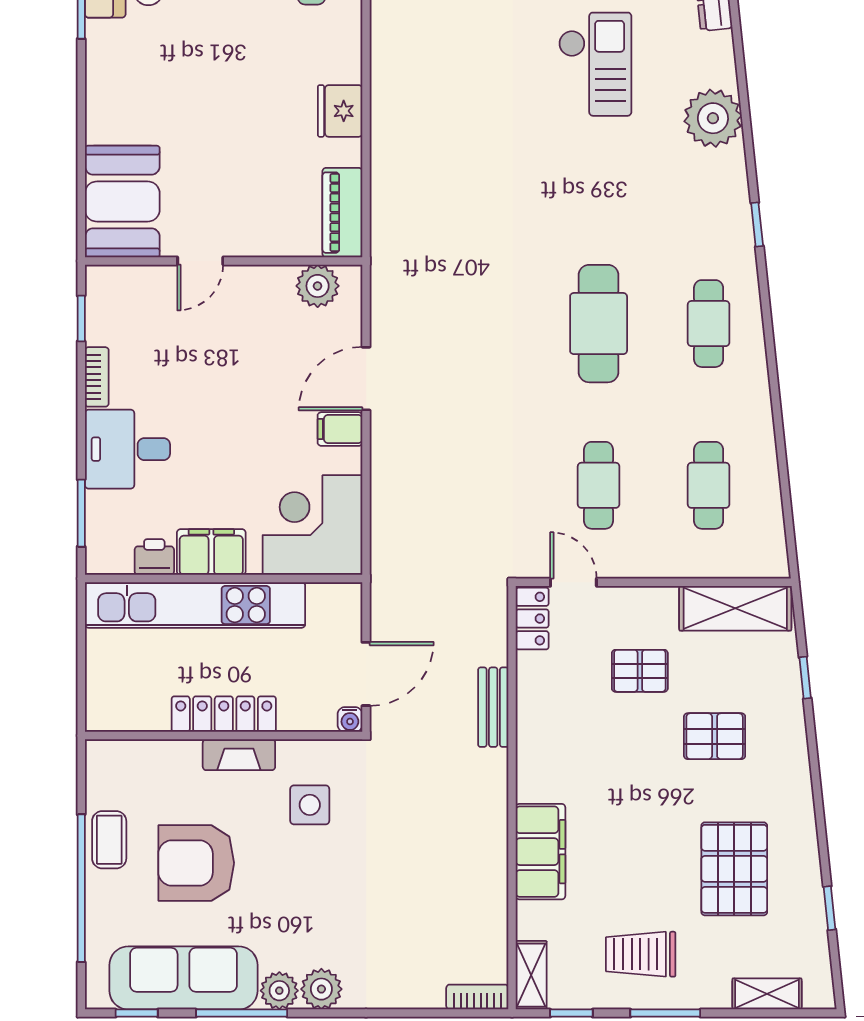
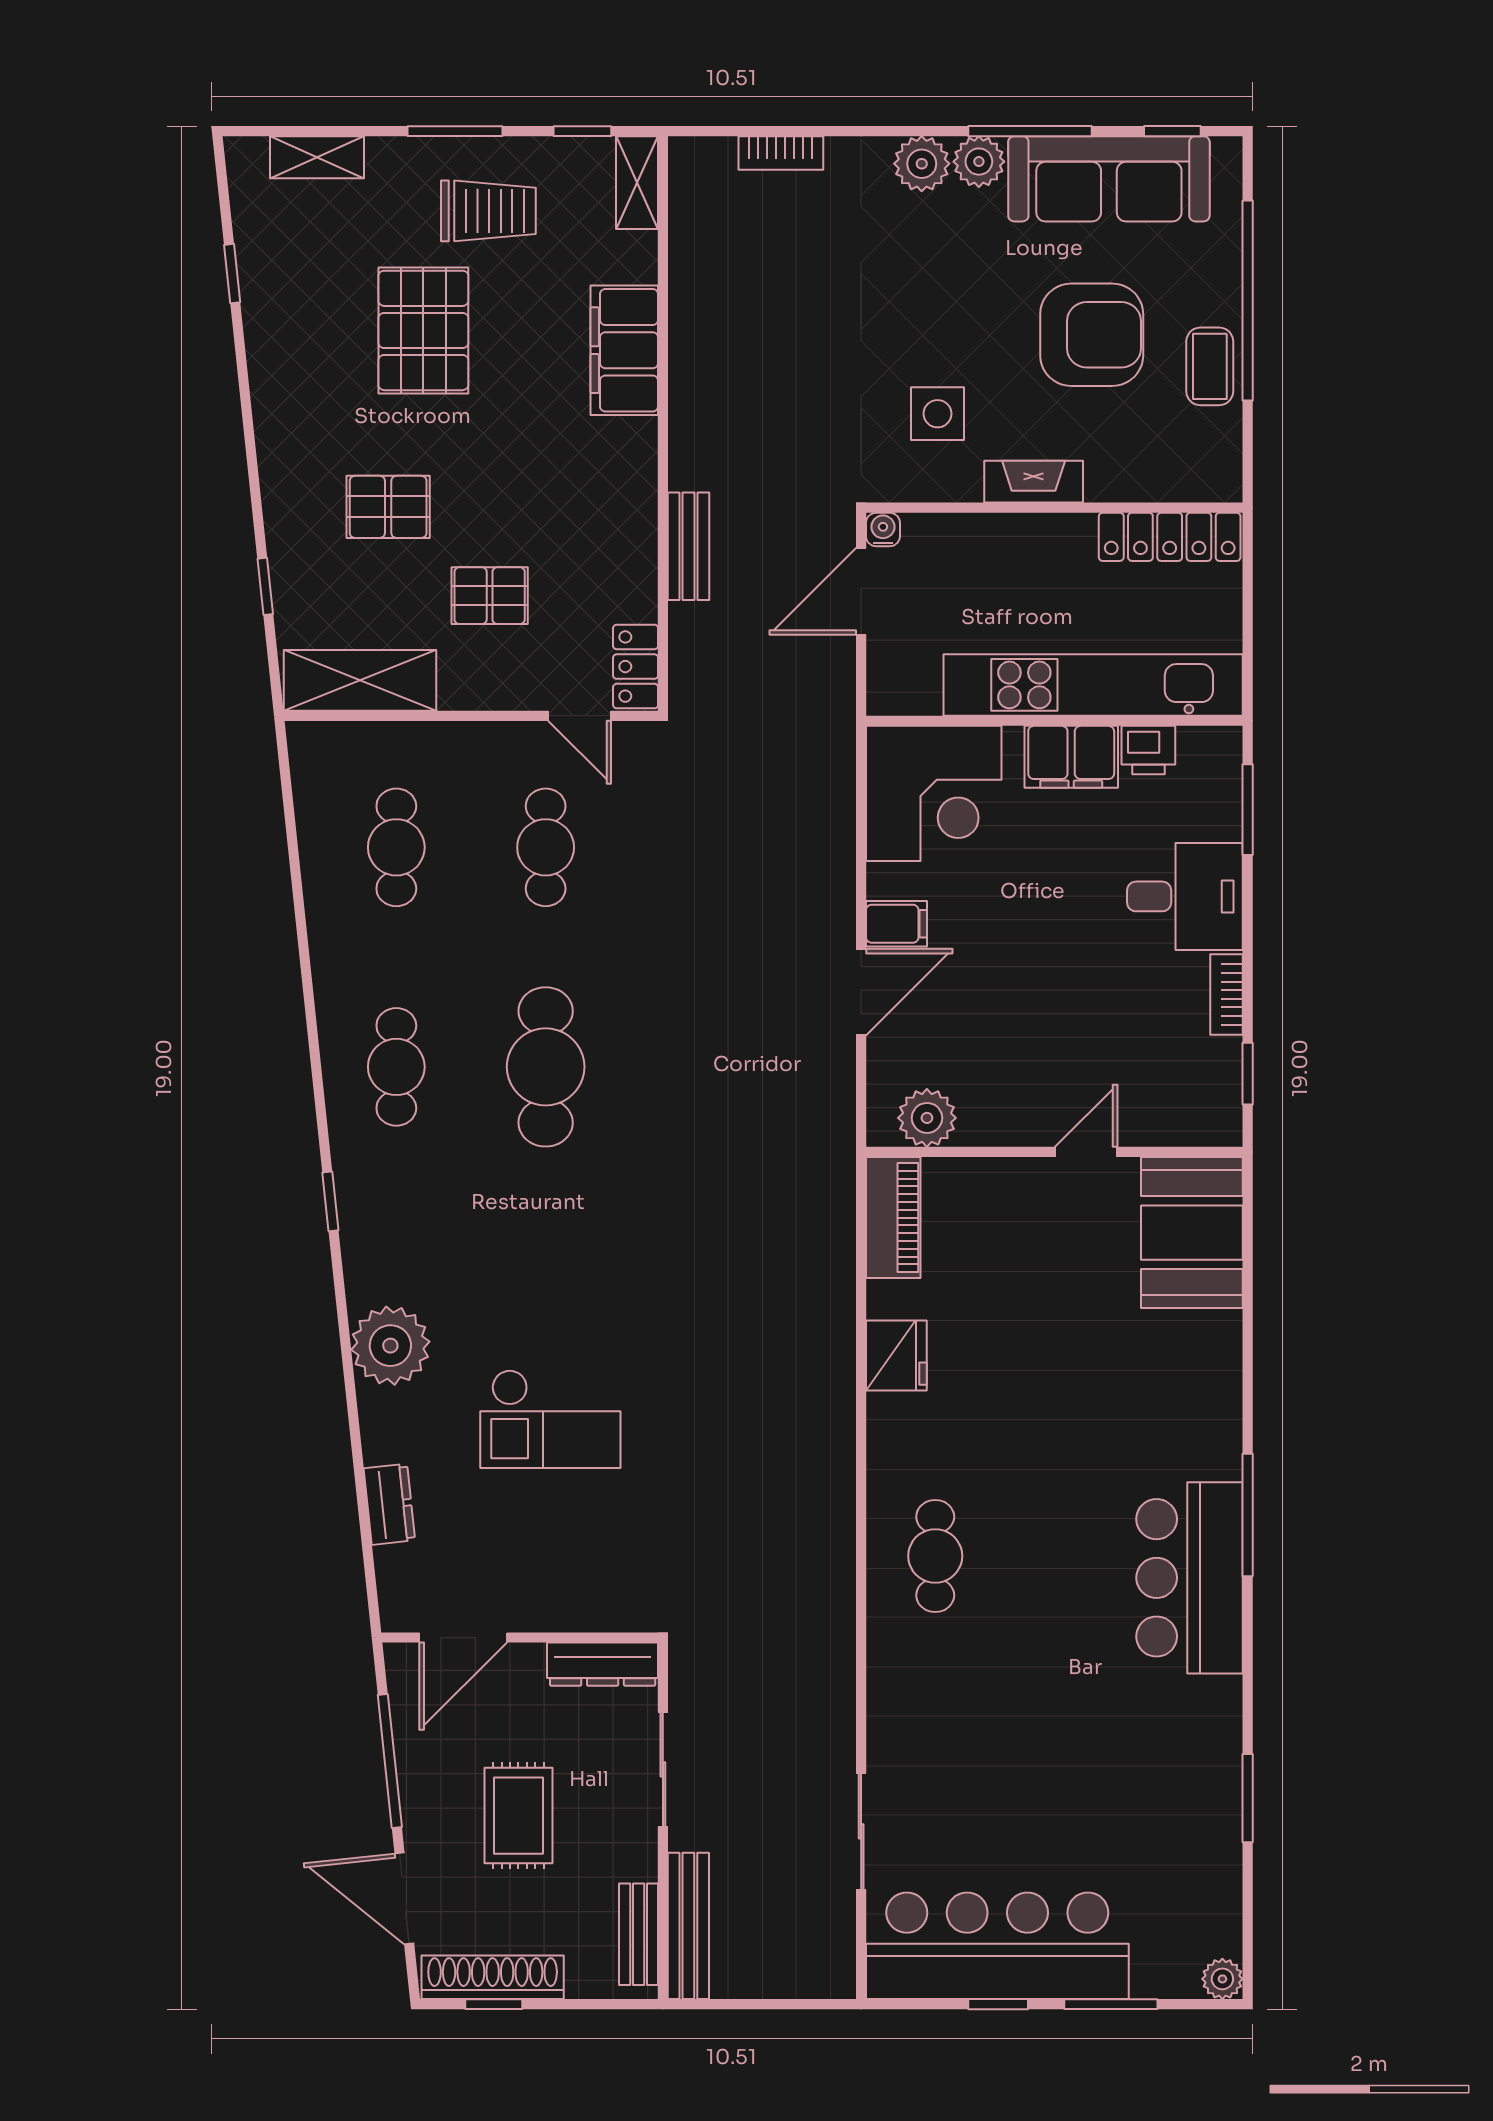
checkout: (595, 64) -> (550, 1419), turned -90
locker: (224, 714) -> (1170, 537), moved
pallet: (734, 869) -> (423, 330), moved
bookcase: (477, 997) -> (781, 153), moved

